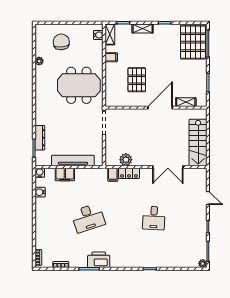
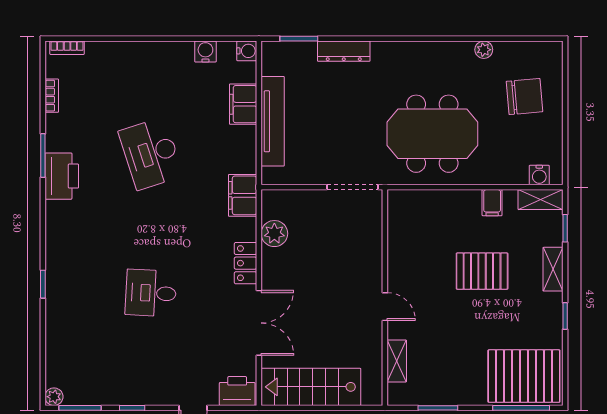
pallet: (137, 80) -> (482, 271), moved
meeting table: (79, 85) -> (432, 134), turned 90
door: (160, 108) -> (385, 307), width x0.53
dresser: (40, 138) -> (344, 51), moved
double door: (168, 167) -> (259, 323), swing flipped
locker: (129, 173) -> (246, 263), moved
filing cabinet: (113, 175) -> (243, 195), width x2.00
printer: (200, 177) -> (237, 391), added

